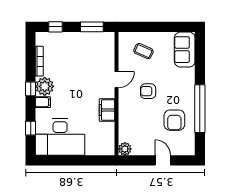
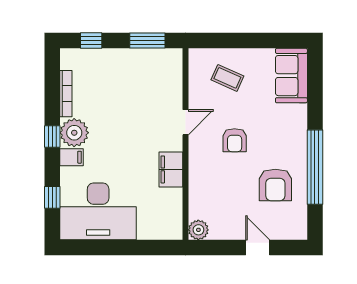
armchair: (148, 91) -> (235, 140), turned -90

